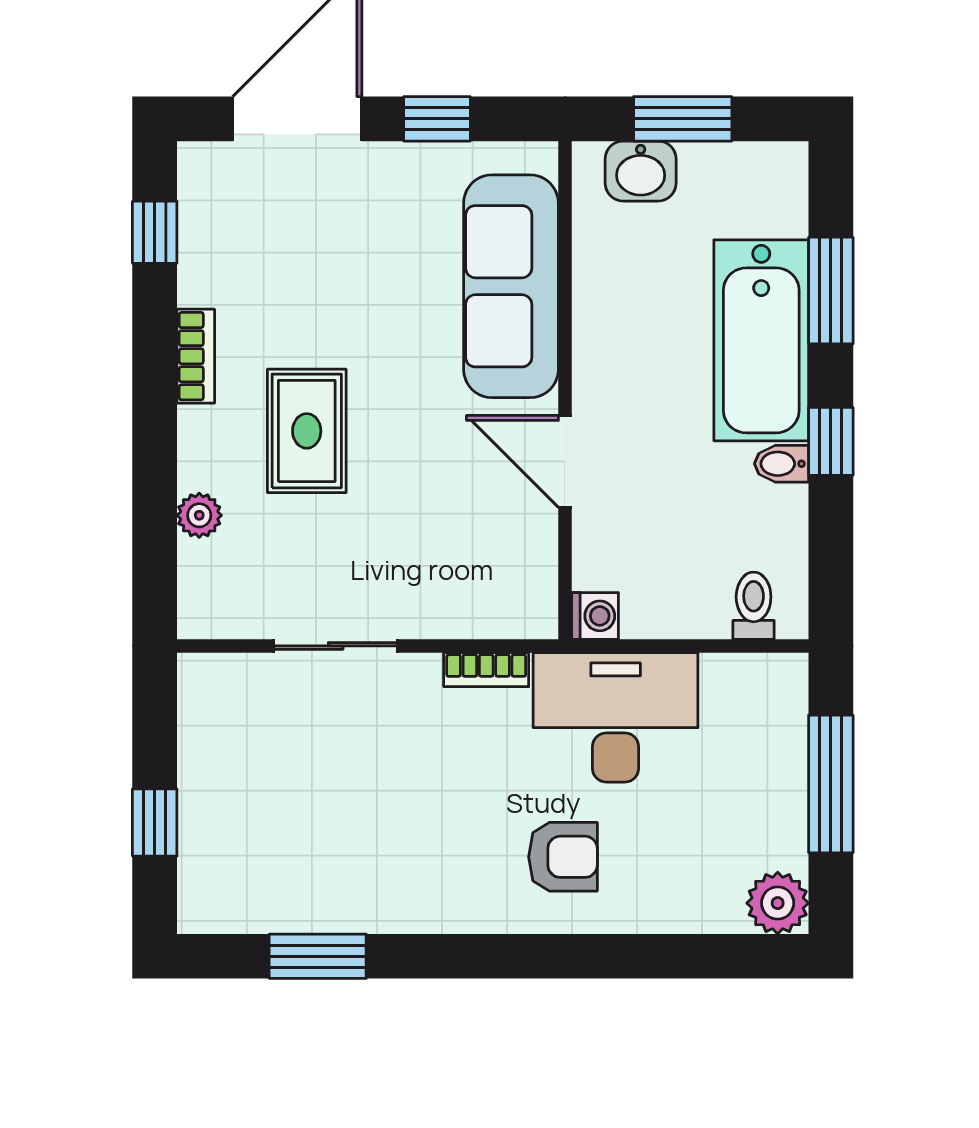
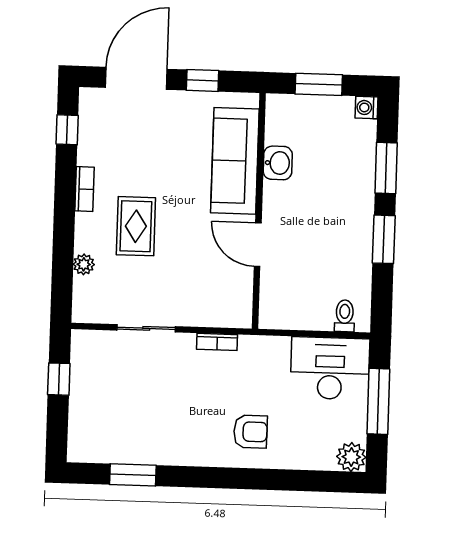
washbasin: (641, 171) -> (278, 163), moved, turned -90
bathtub: (761, 340) -> (352, 190), removed
window: (831, 441) -> (384, 239), width x1.50
bidet: (782, 464) -> (360, 249), removed
washing machine: (595, 616) -> (367, 108), moved, turned 180
desk: (616, 717) -> (330, 368), moved
window: (155, 823) -> (59, 379), moved

